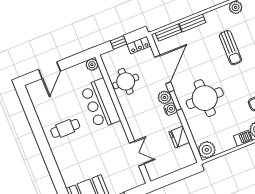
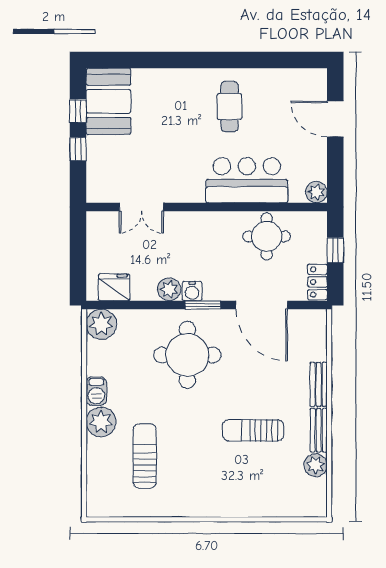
bench: (168, 32) -> (319, 430), moved
plant: (164, 97) -> (169, 289), moved
fridge: (179, 137) -> (114, 287), moved

